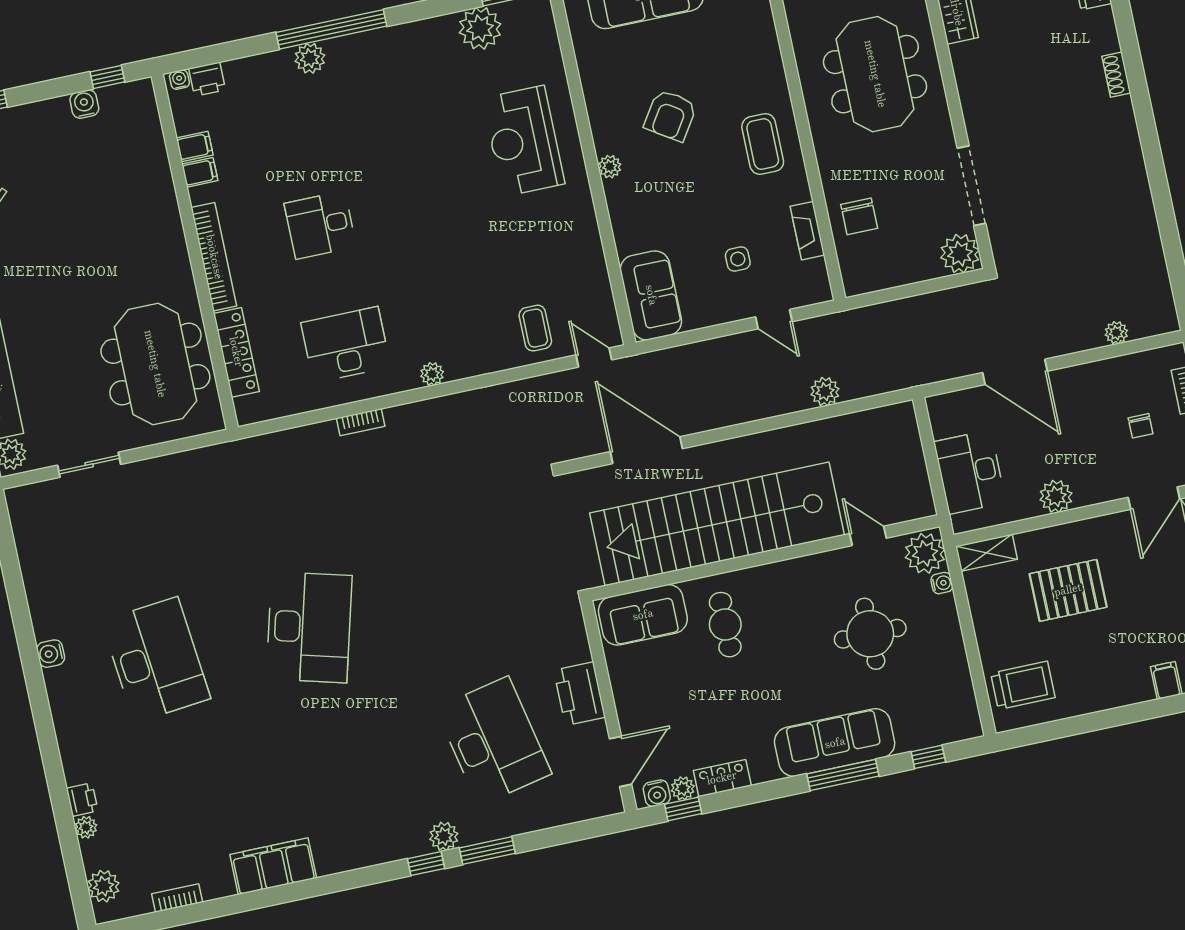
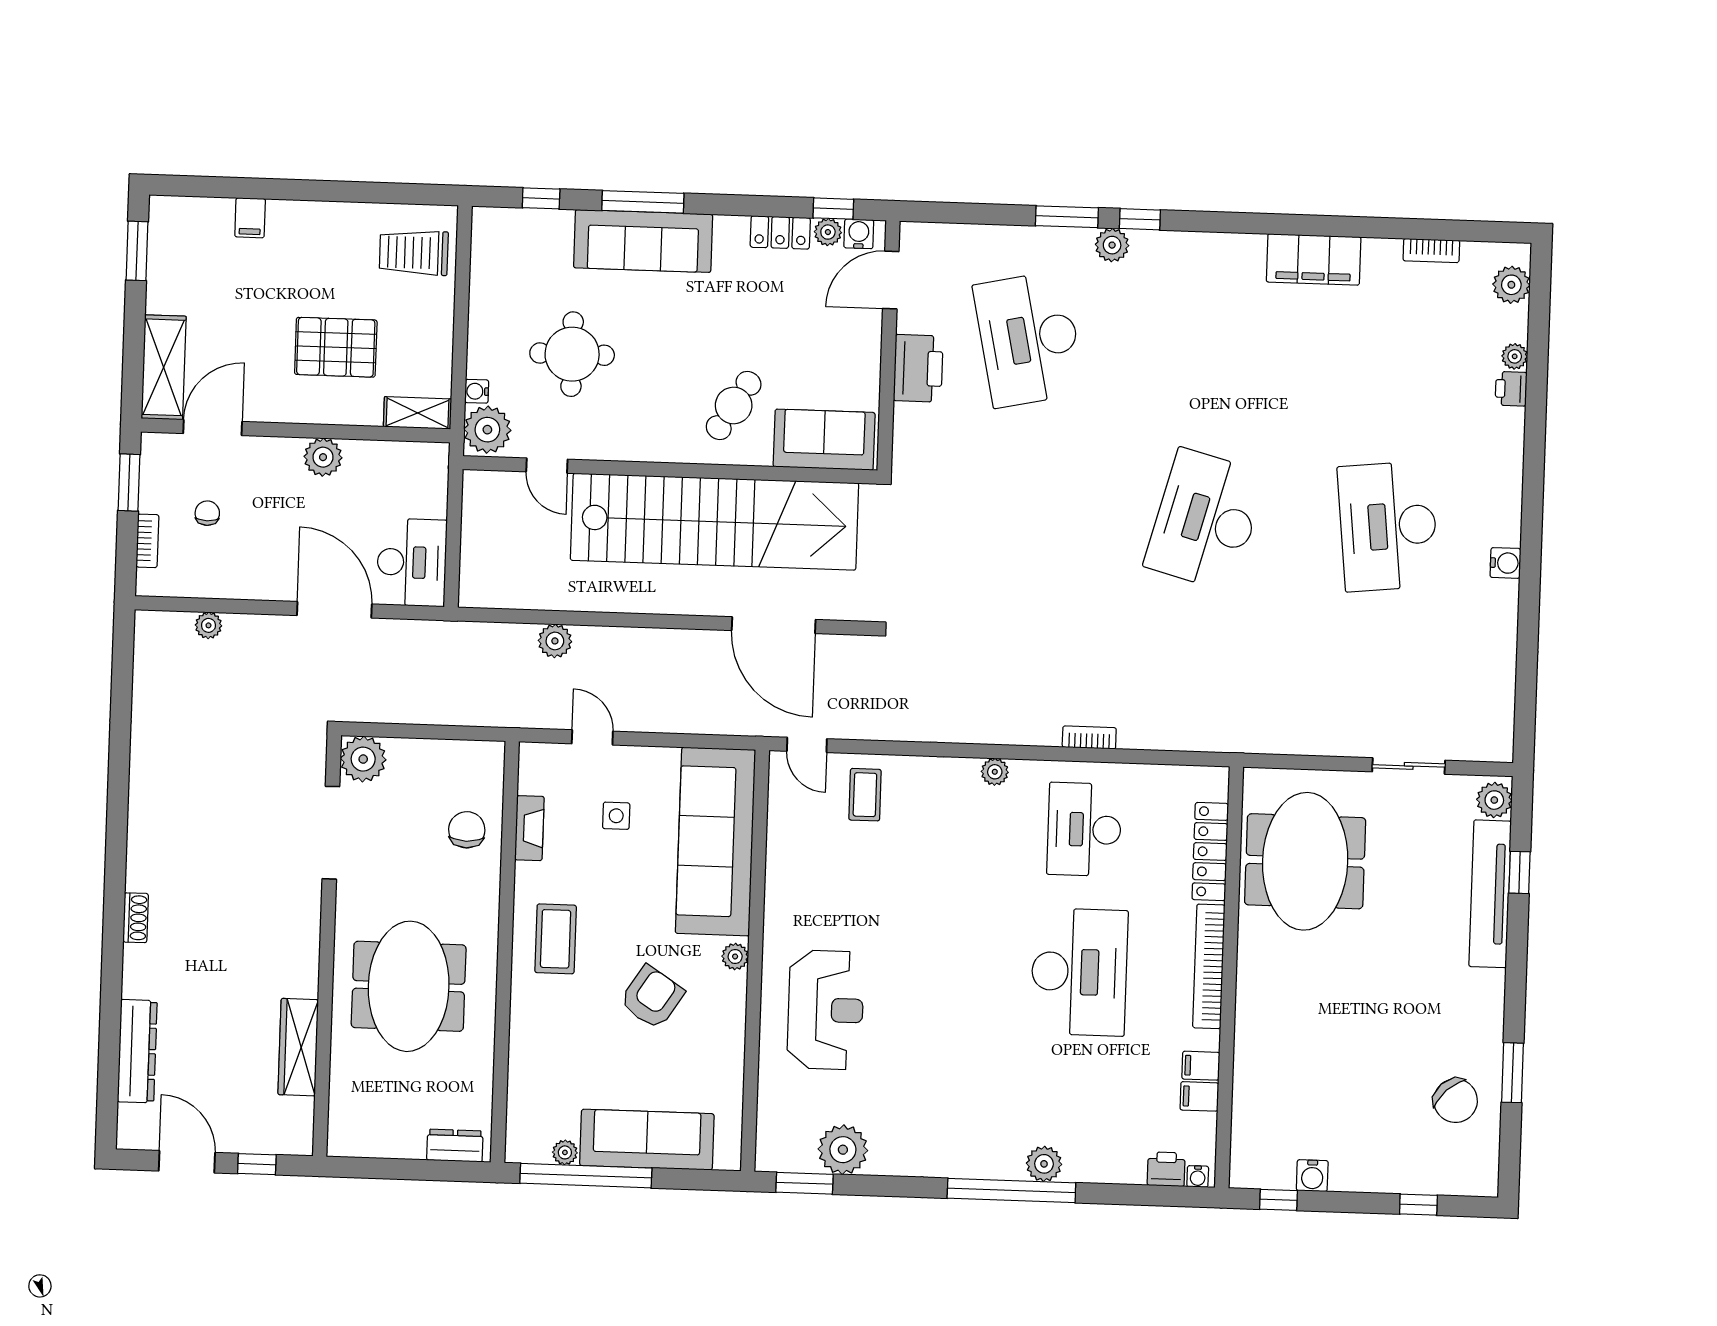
desk: (320, 225) -> (1079, 972), width x1.87, depth x1.30
sofa: (651, 295) -> (716, 842), width x1.85, depth x1.27
desk: (346, 345) -> (1084, 829), turned 90
desk: (970, 472) -> (412, 562), moved
cafe table: (725, 625) -> (734, 405), turned 32

